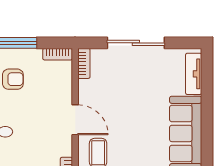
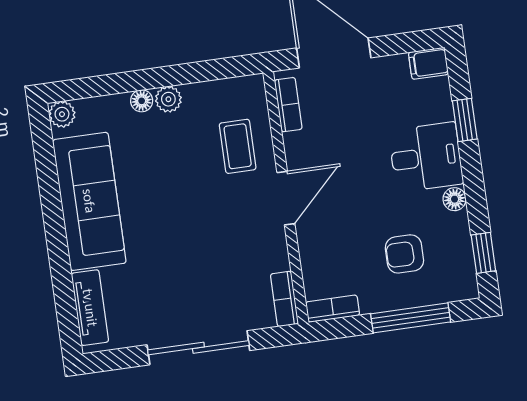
door: (75, 120) -> (286, 198), swing flipped

